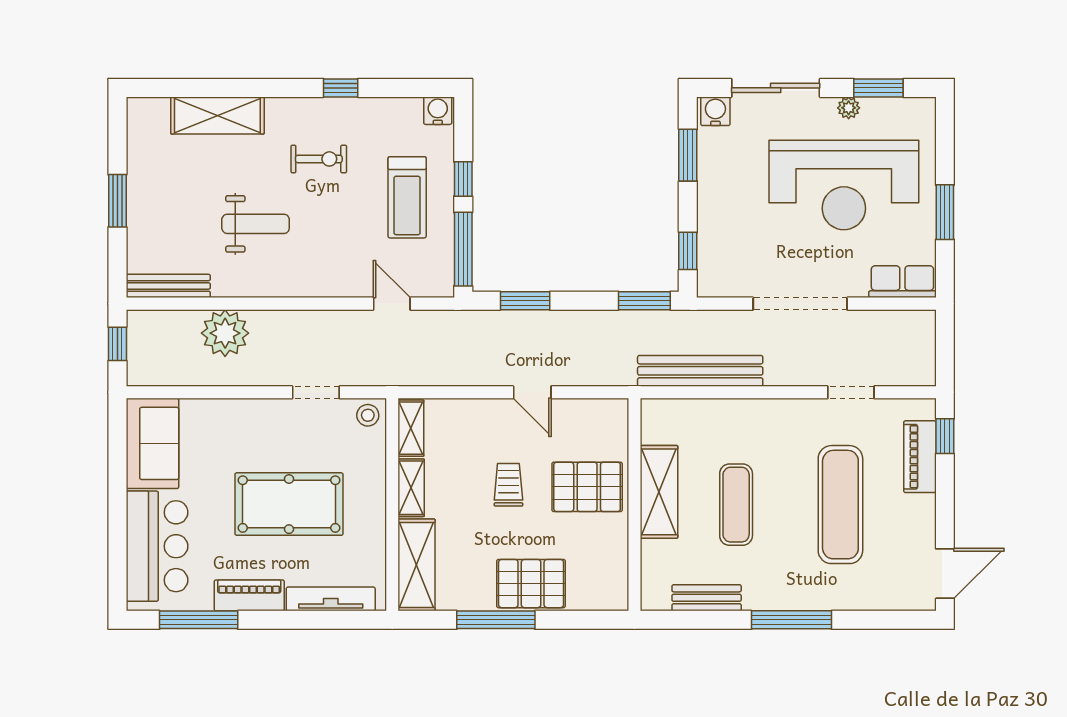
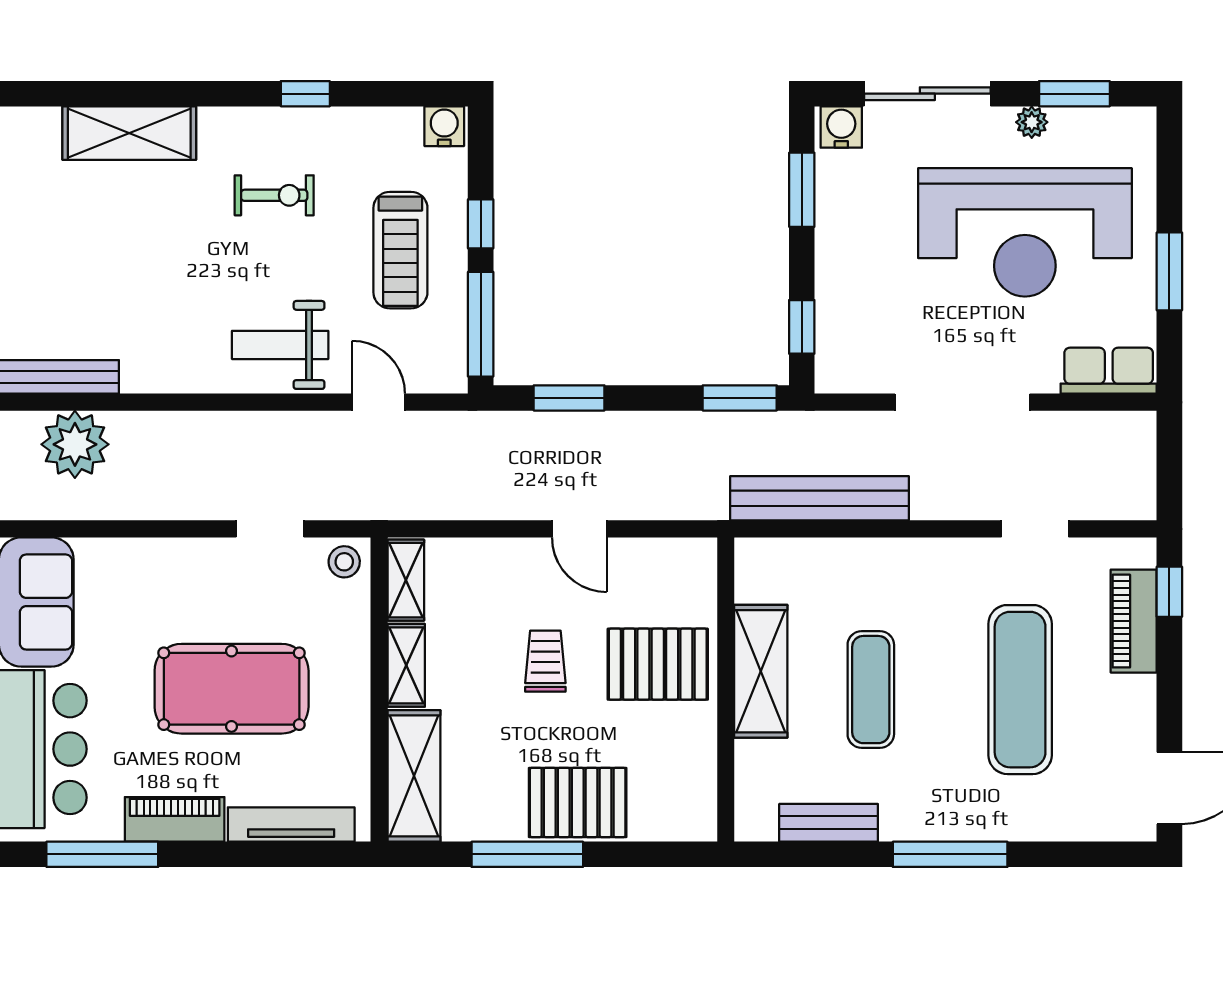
weight bench: (256, 224) -> (280, 345), moved, turned 180
plant: (225, 333) -> (75, 444), moved

